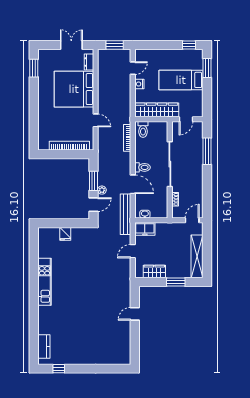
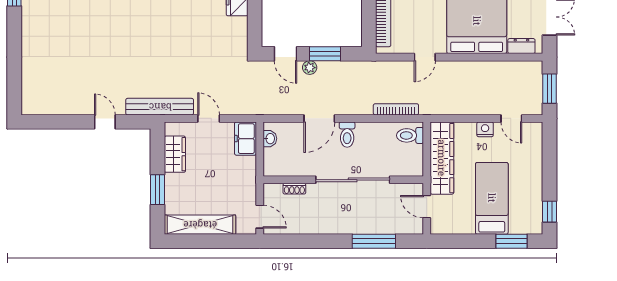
bench: (126, 214) -> (160, 107), moved

